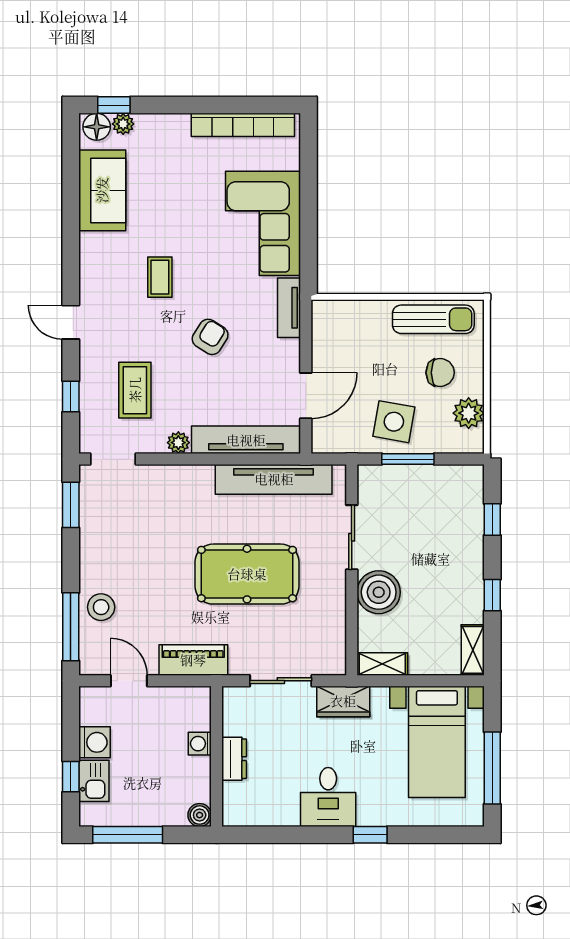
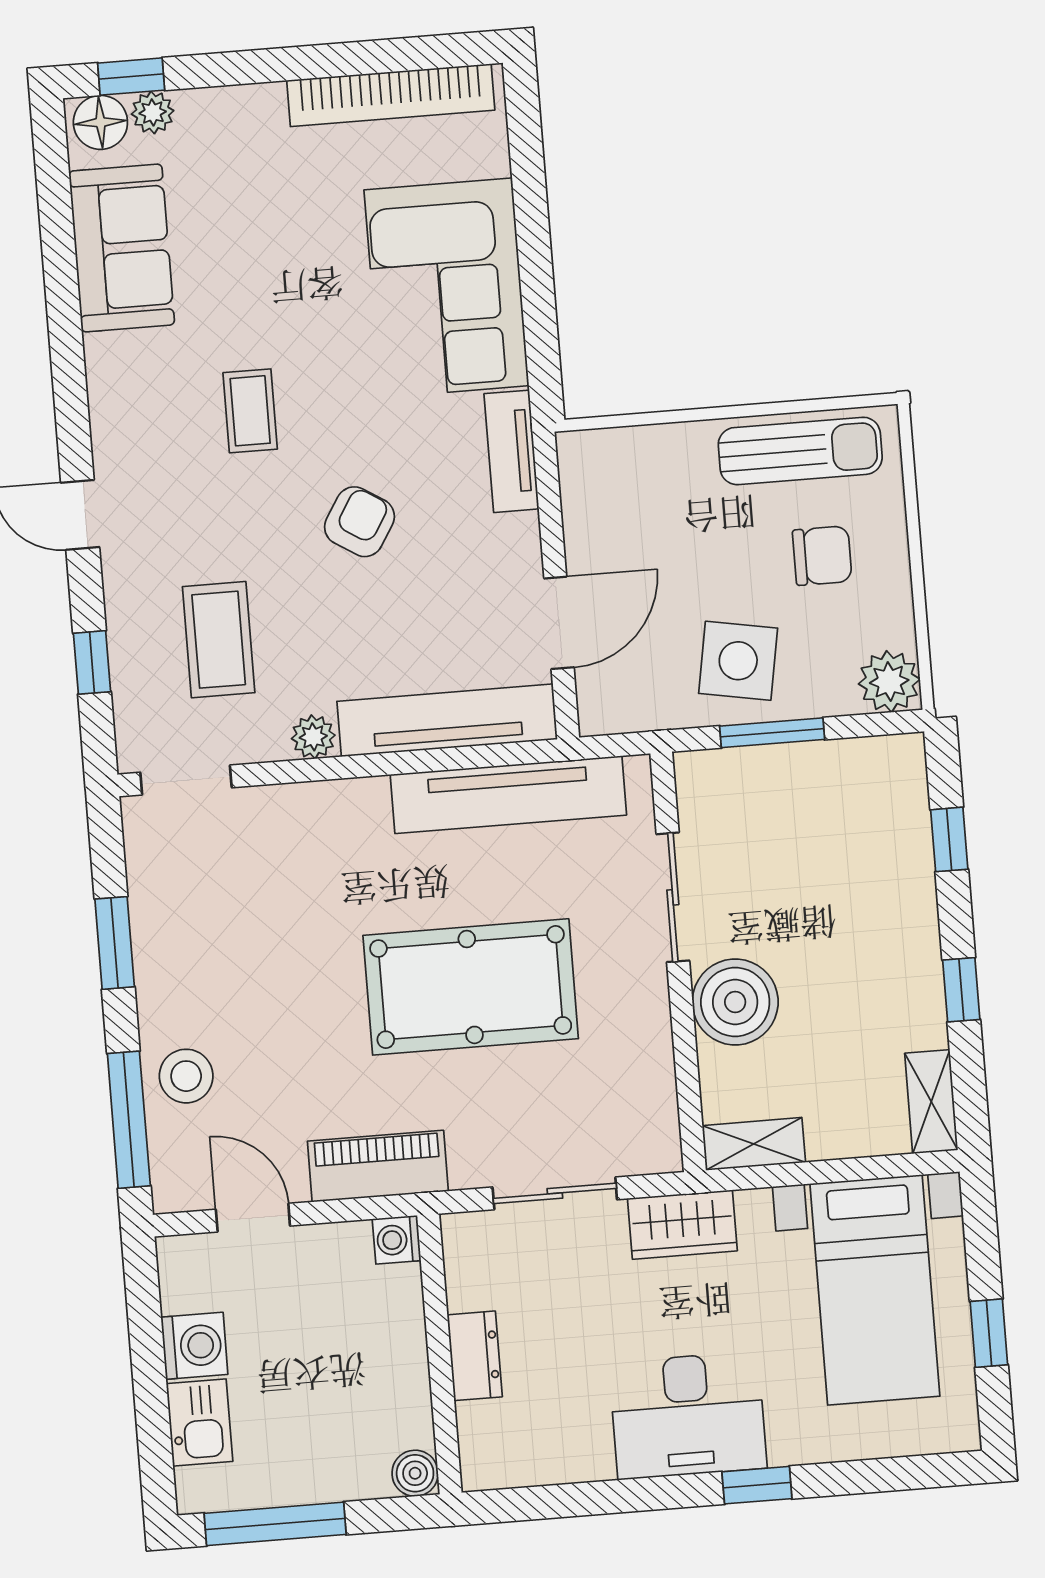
plant: (469, 413) -> (889, 682), moved
window: (71, 505) -> (115, 943), moved
washing machine: (200, 744) -> (397, 1240), moved
window: (492, 768) -> (989, 1333), width x0.46
window: (71, 777) -> (153, 1418), removed
desk: (328, 797) -> (688, 1415), width x1.37

